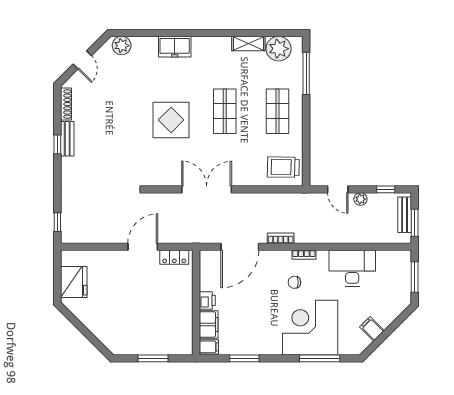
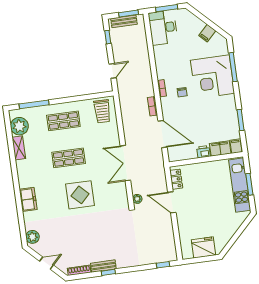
plant: (360, 199) -> (137, 199), moved
desk: (352, 268) -> (163, 28), moved
kitchen unit: (154, 345) -> (240, 185), added

